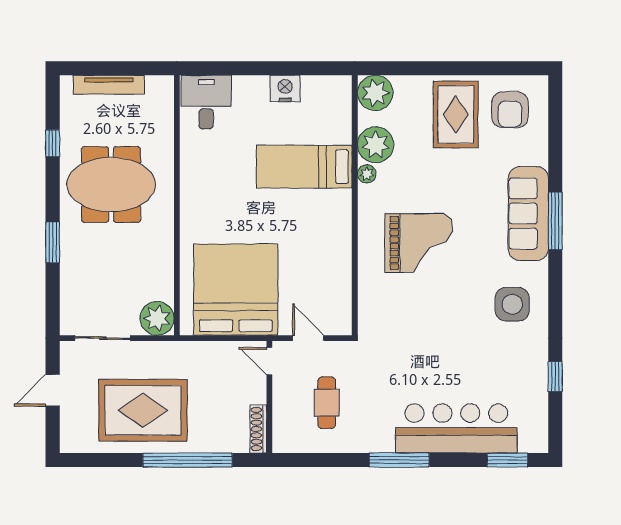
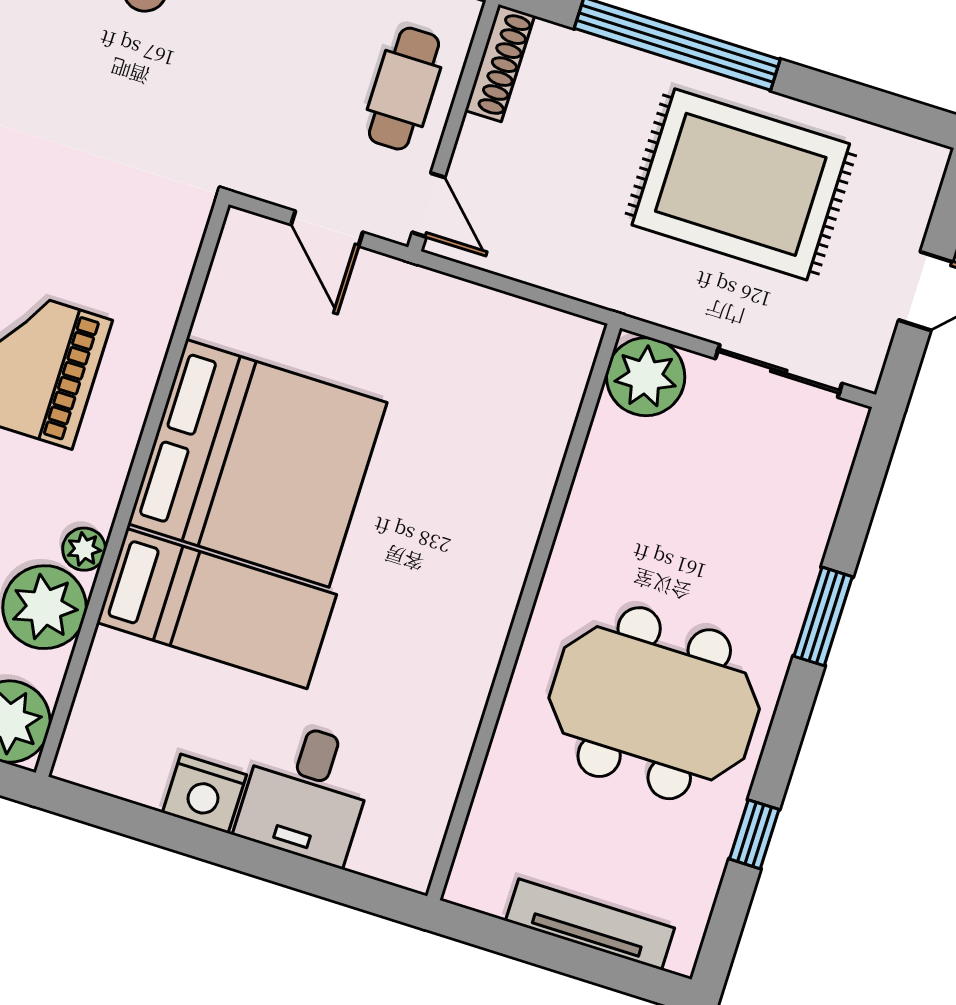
desk: (206, 102) -> (306, 793), moved
bed: (236, 290) -> (257, 463), moved, turned -90
cafe table: (327, 403) -> (404, 89), moved

